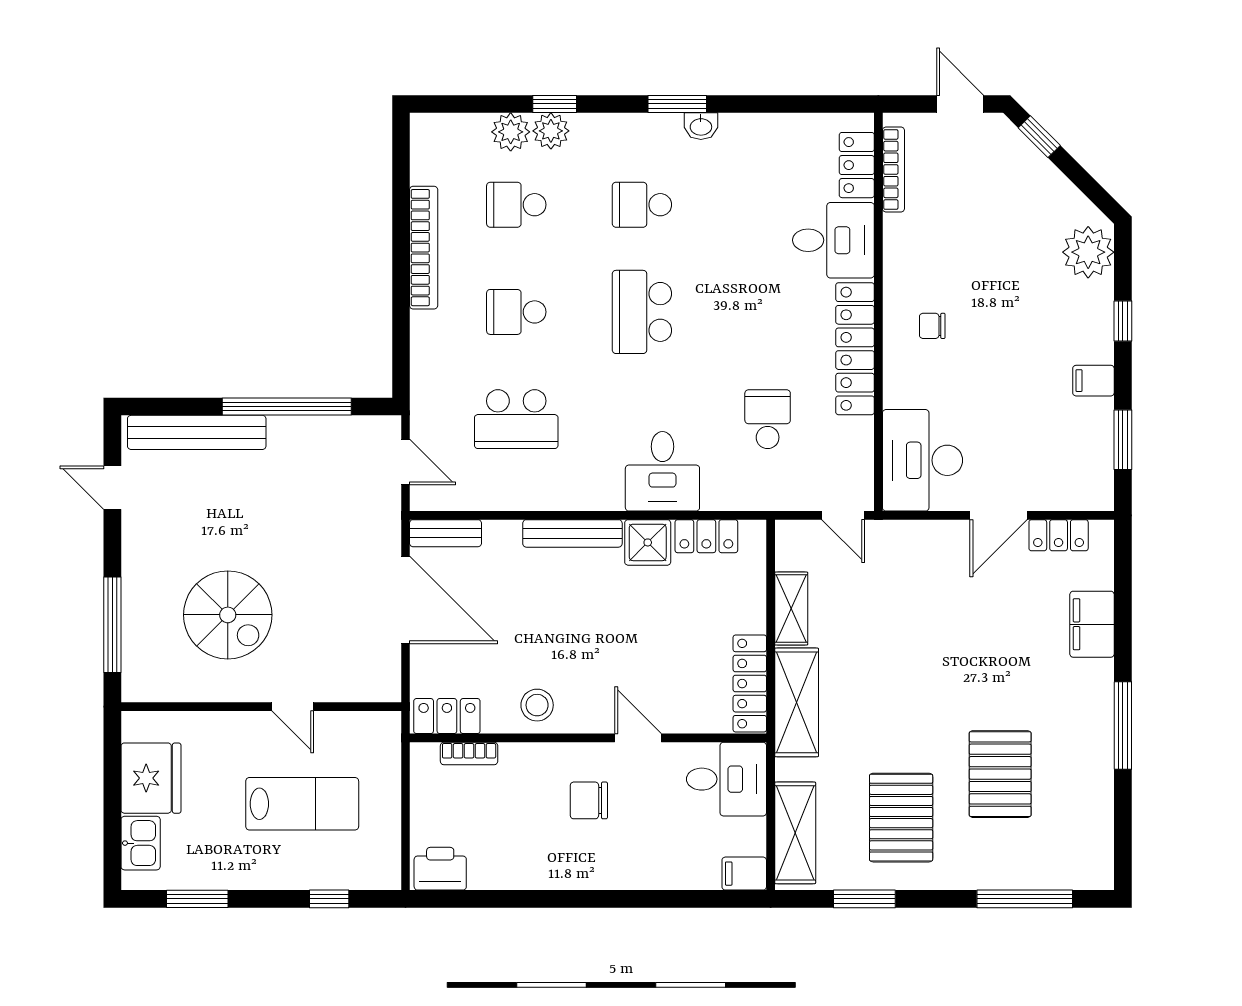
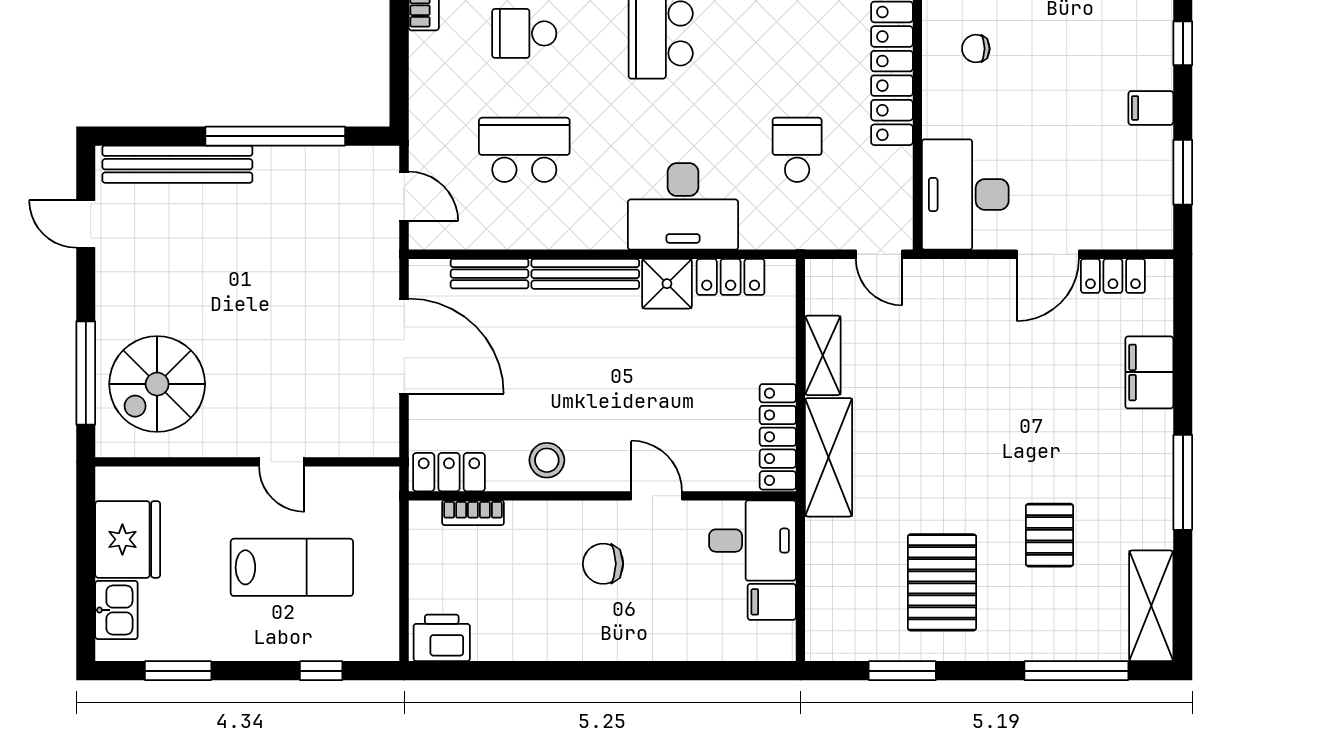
school desk: (516, 419) -> (524, 150), turned 180
desk: (662, 471) -> (683, 206), width x1.37
bench: (445, 533) -> (490, 274), moved
spiral stairs: (228, 615) -> (157, 384), moved, turned 90
pallet: (1000, 774) -> (1050, 535), width x0.67, depth x0.71
shelving: (795, 833) -> (1151, 606), moved
filing cabinet: (744, 874) -> (772, 602), moved

